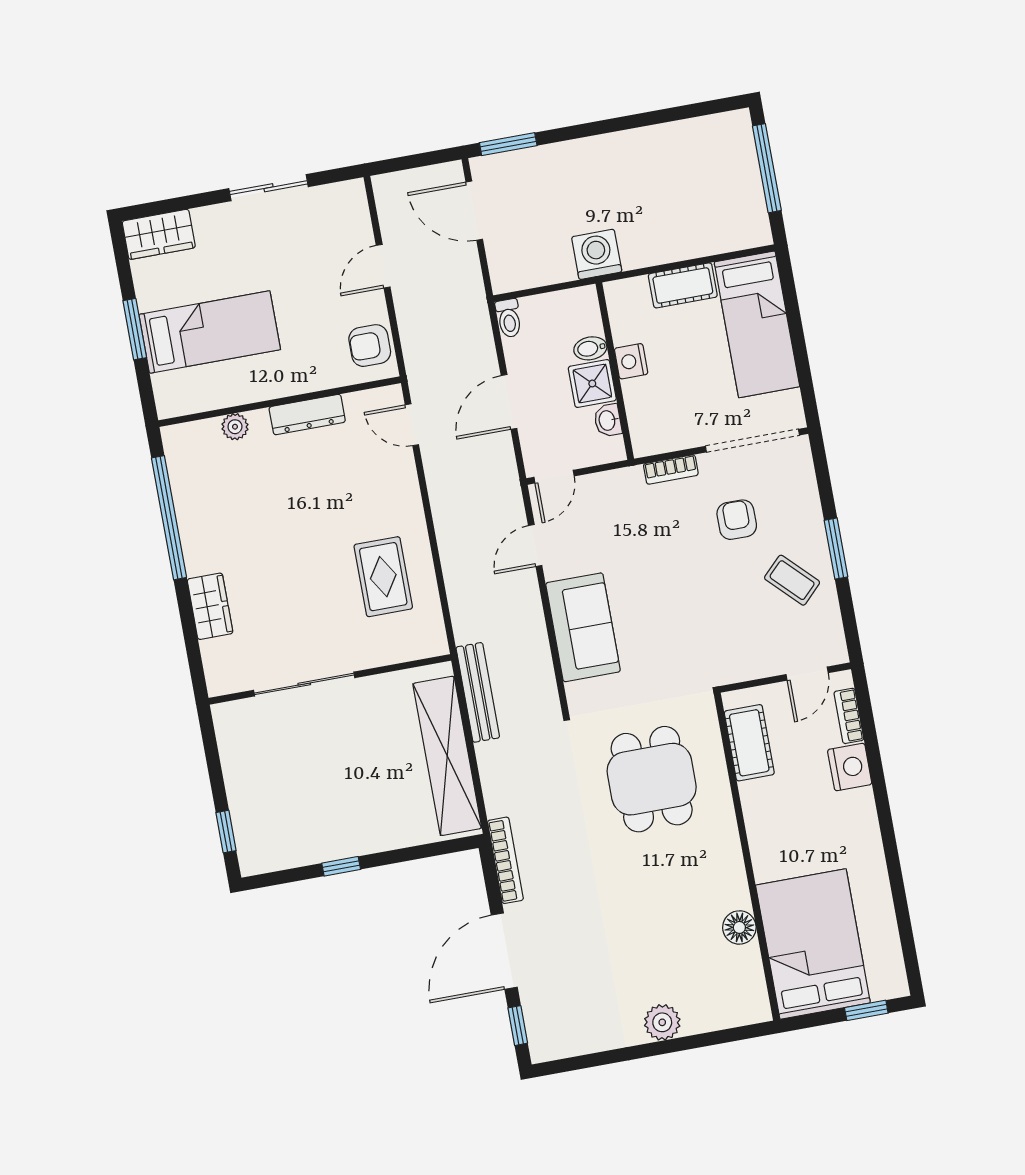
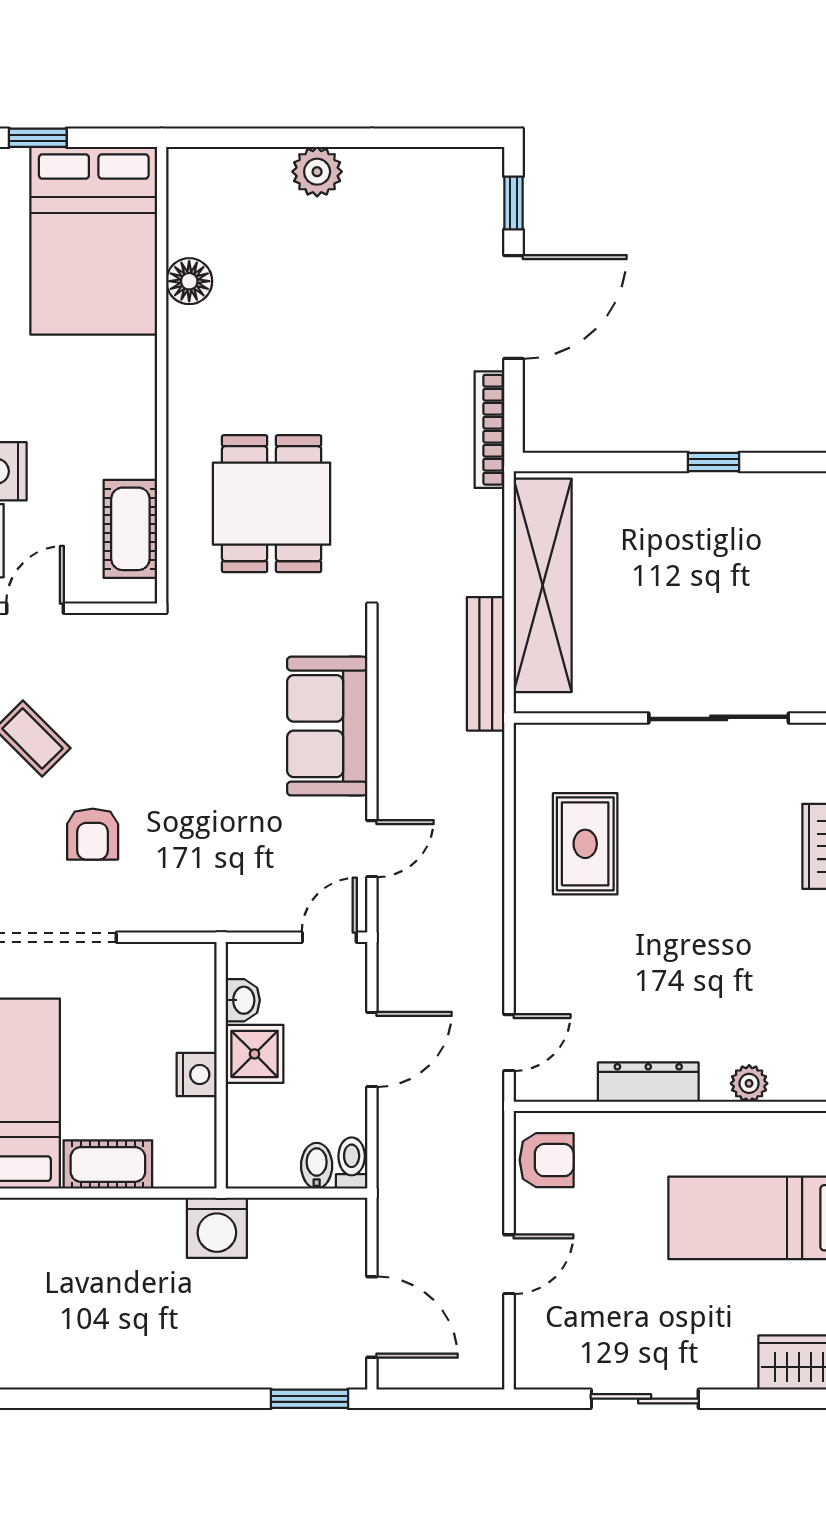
bidet: (590, 348) -> (317, 1166), moved, turned -90
door: (412, 425) -> (509, 1043), hinge flipped
bookcase: (671, 469) -> (169, 918), removed

